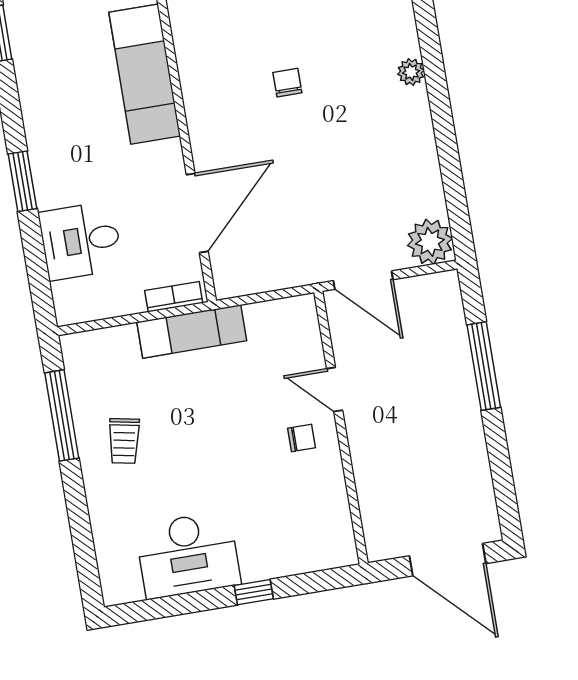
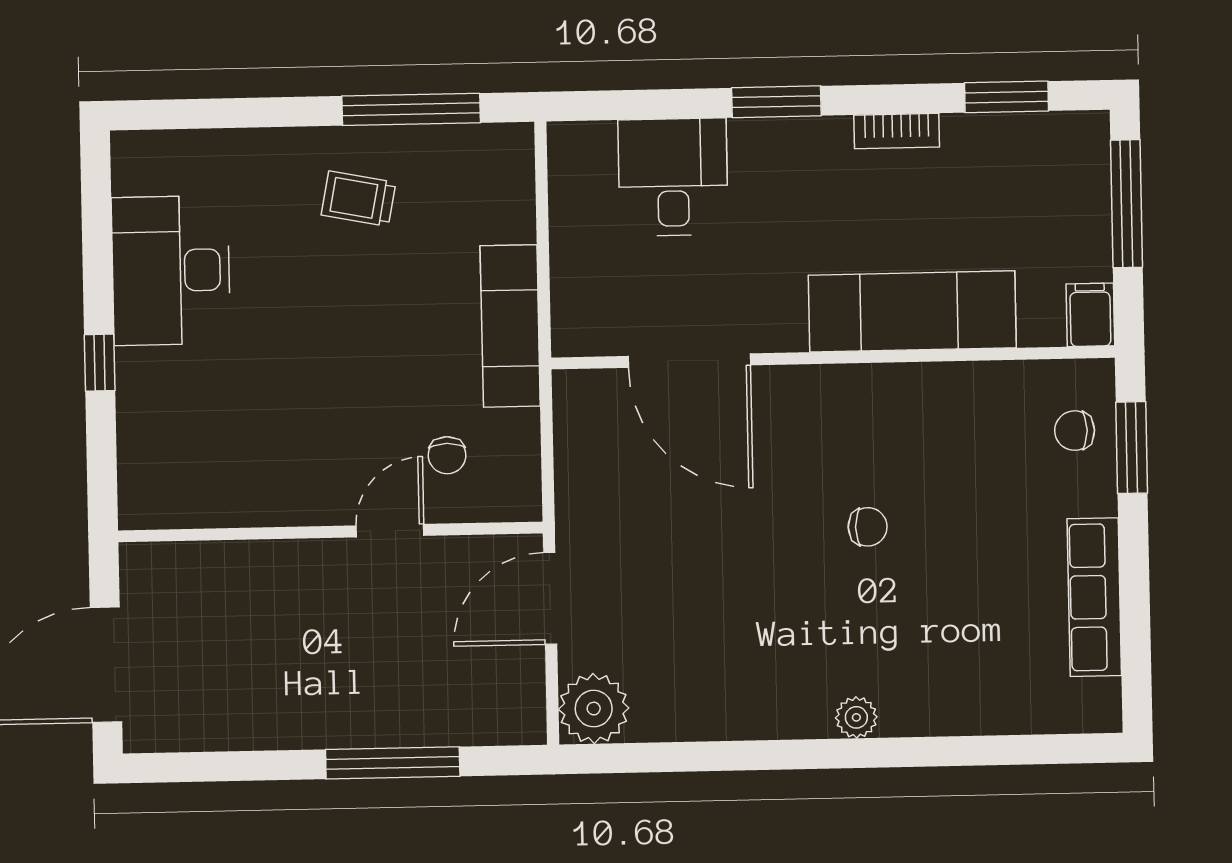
bookcase: (174, 297) -> (897, 131), moved, turned 90
chair: (301, 438) -> (447, 455), moved

